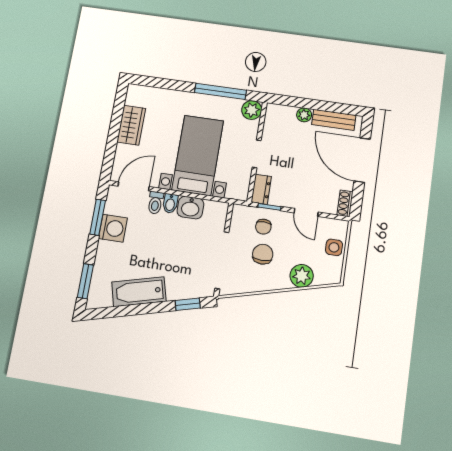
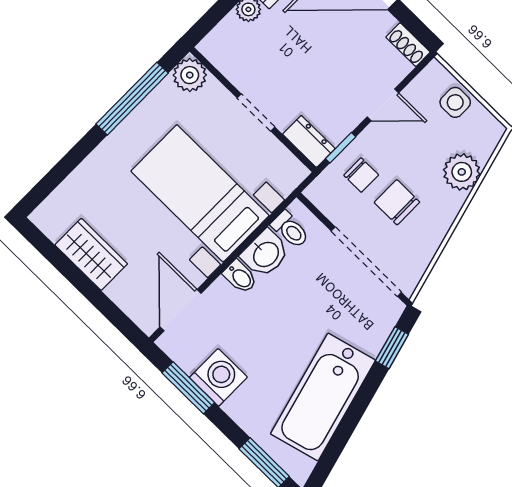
toilet: (155, 203) -> (290, 230), moved
bathtub: (139, 292) -> (323, 397), width x1.36, depth x1.36

